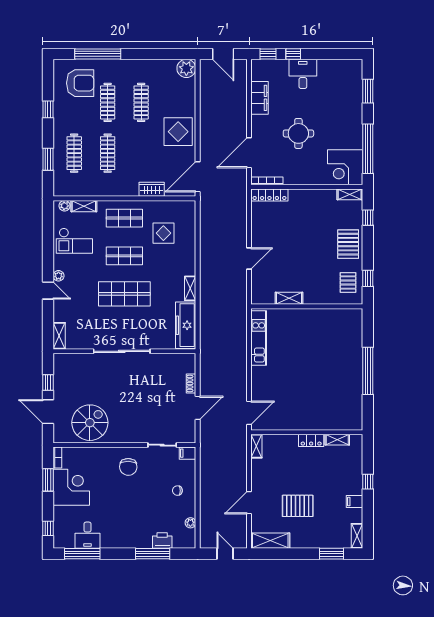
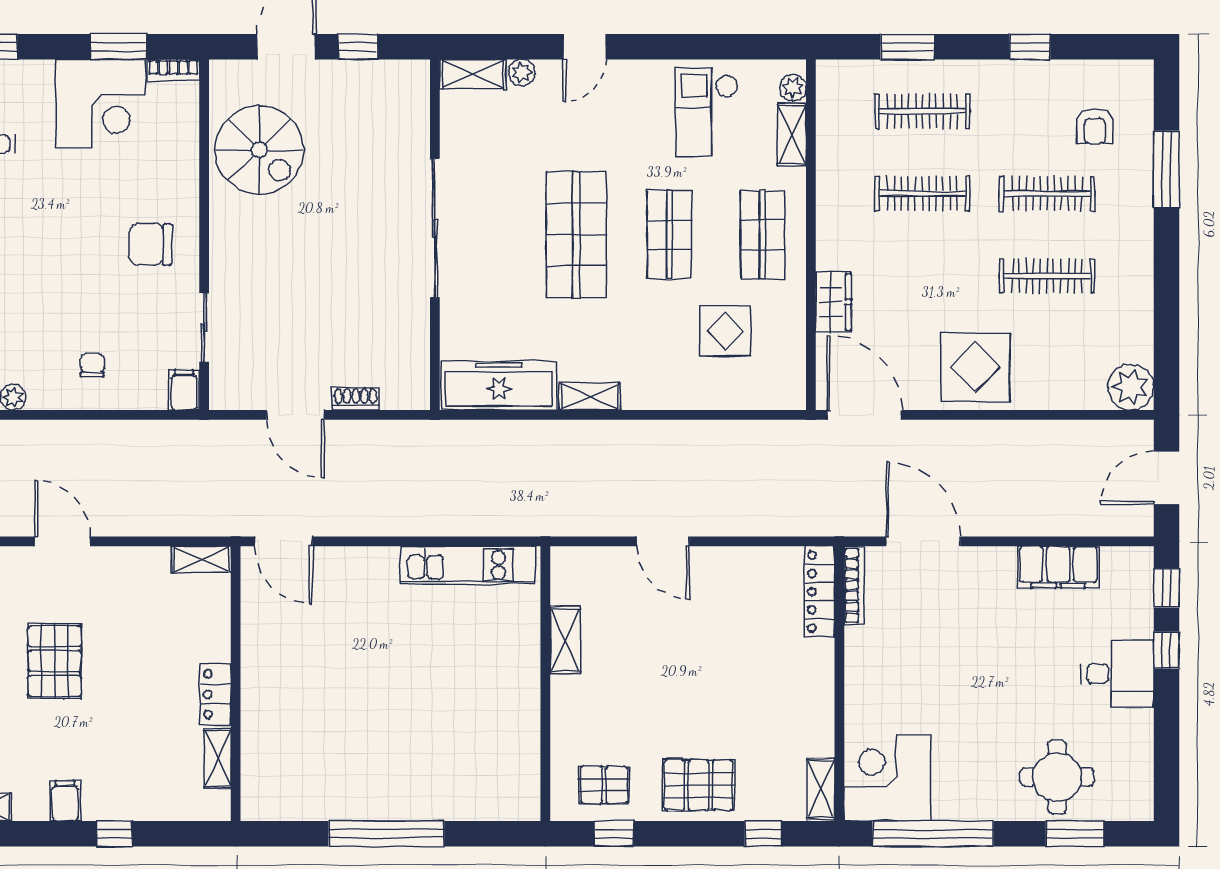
window: (98, 54) -> (1166, 169), width x0.68
armchair: (80, 83) -> (1095, 126), width x0.53, depth x0.53
round table: (298, 133) -> (1057, 777), moved
plant: (59, 276) -> (522, 73), moved

